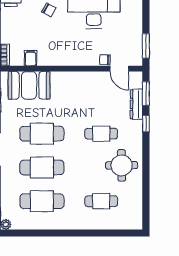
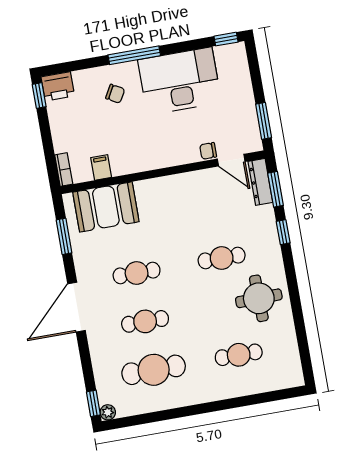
dresser: (136, 104) -> (260, 182), moved
cafe table: (42, 134) -> (137, 273), width x0.73, depth x0.74
cafe table: (42, 167) -> (145, 321), width x0.73, depth x0.74

